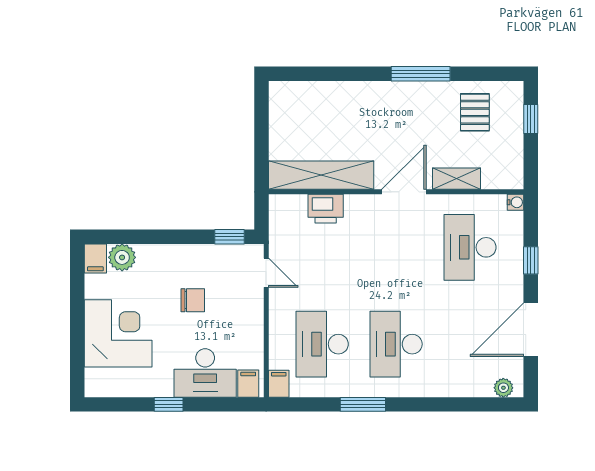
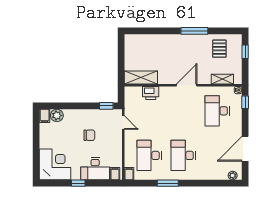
shelving: (321, 175) -> (141, 78), width x0.68
shelving: (457, 179) -> (222, 79), moved
window: (531, 260) -> (245, 102), moved
corner desk: (118, 333) -> (55, 164), moved

